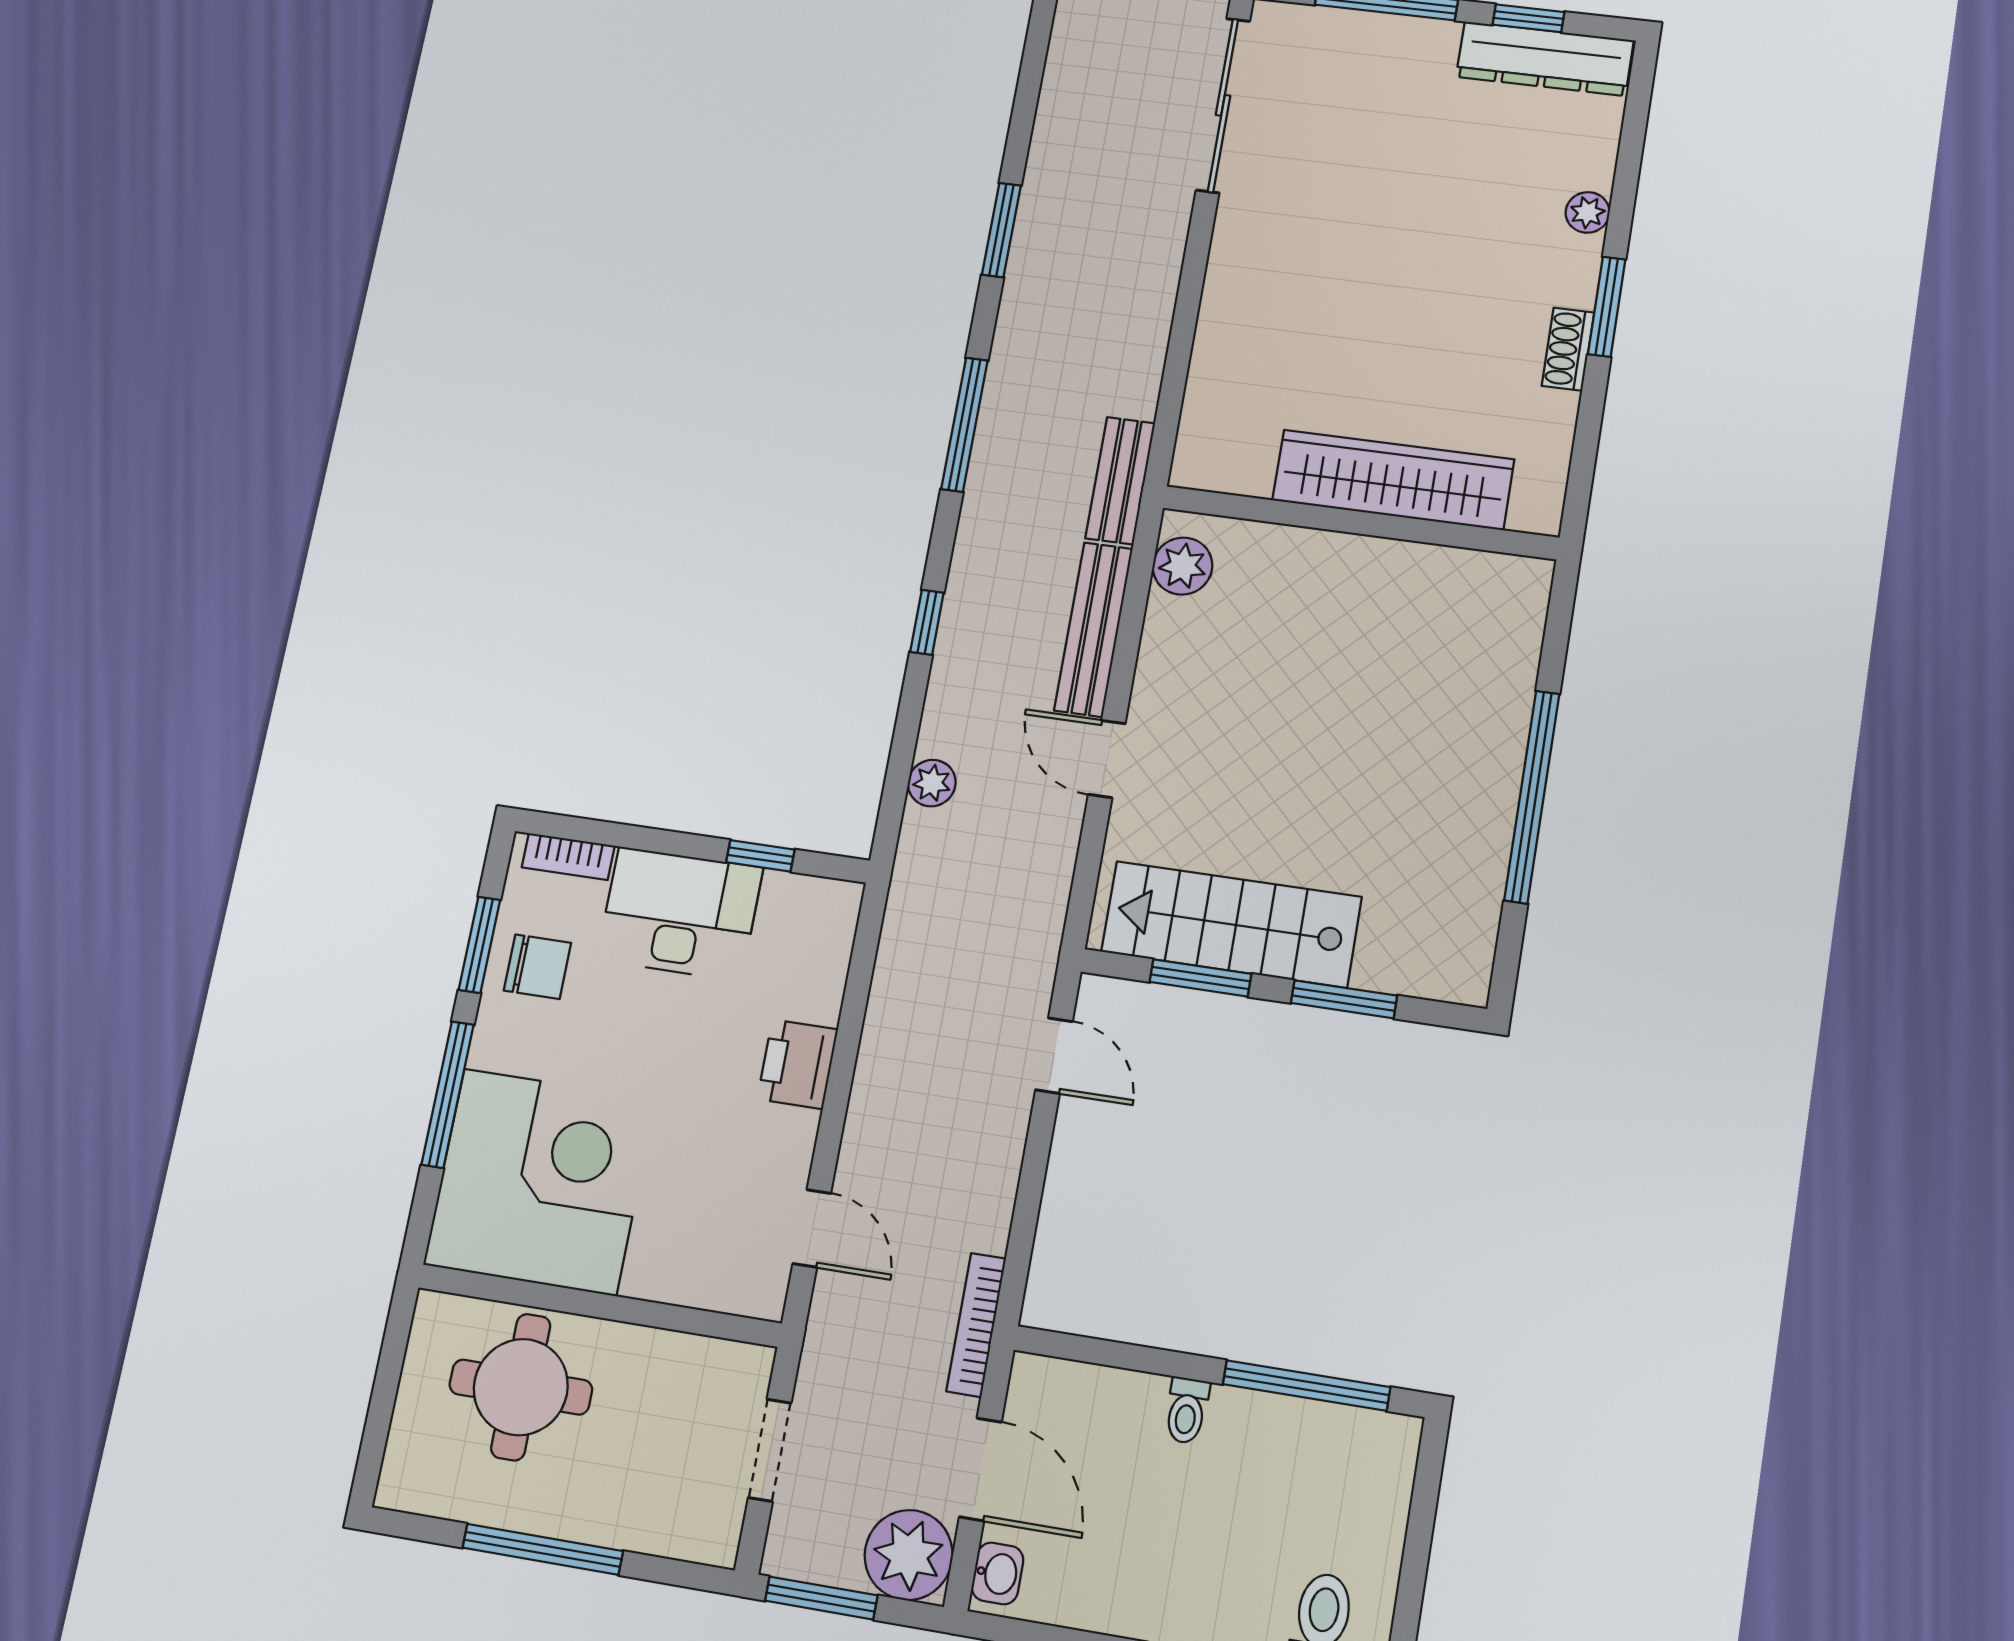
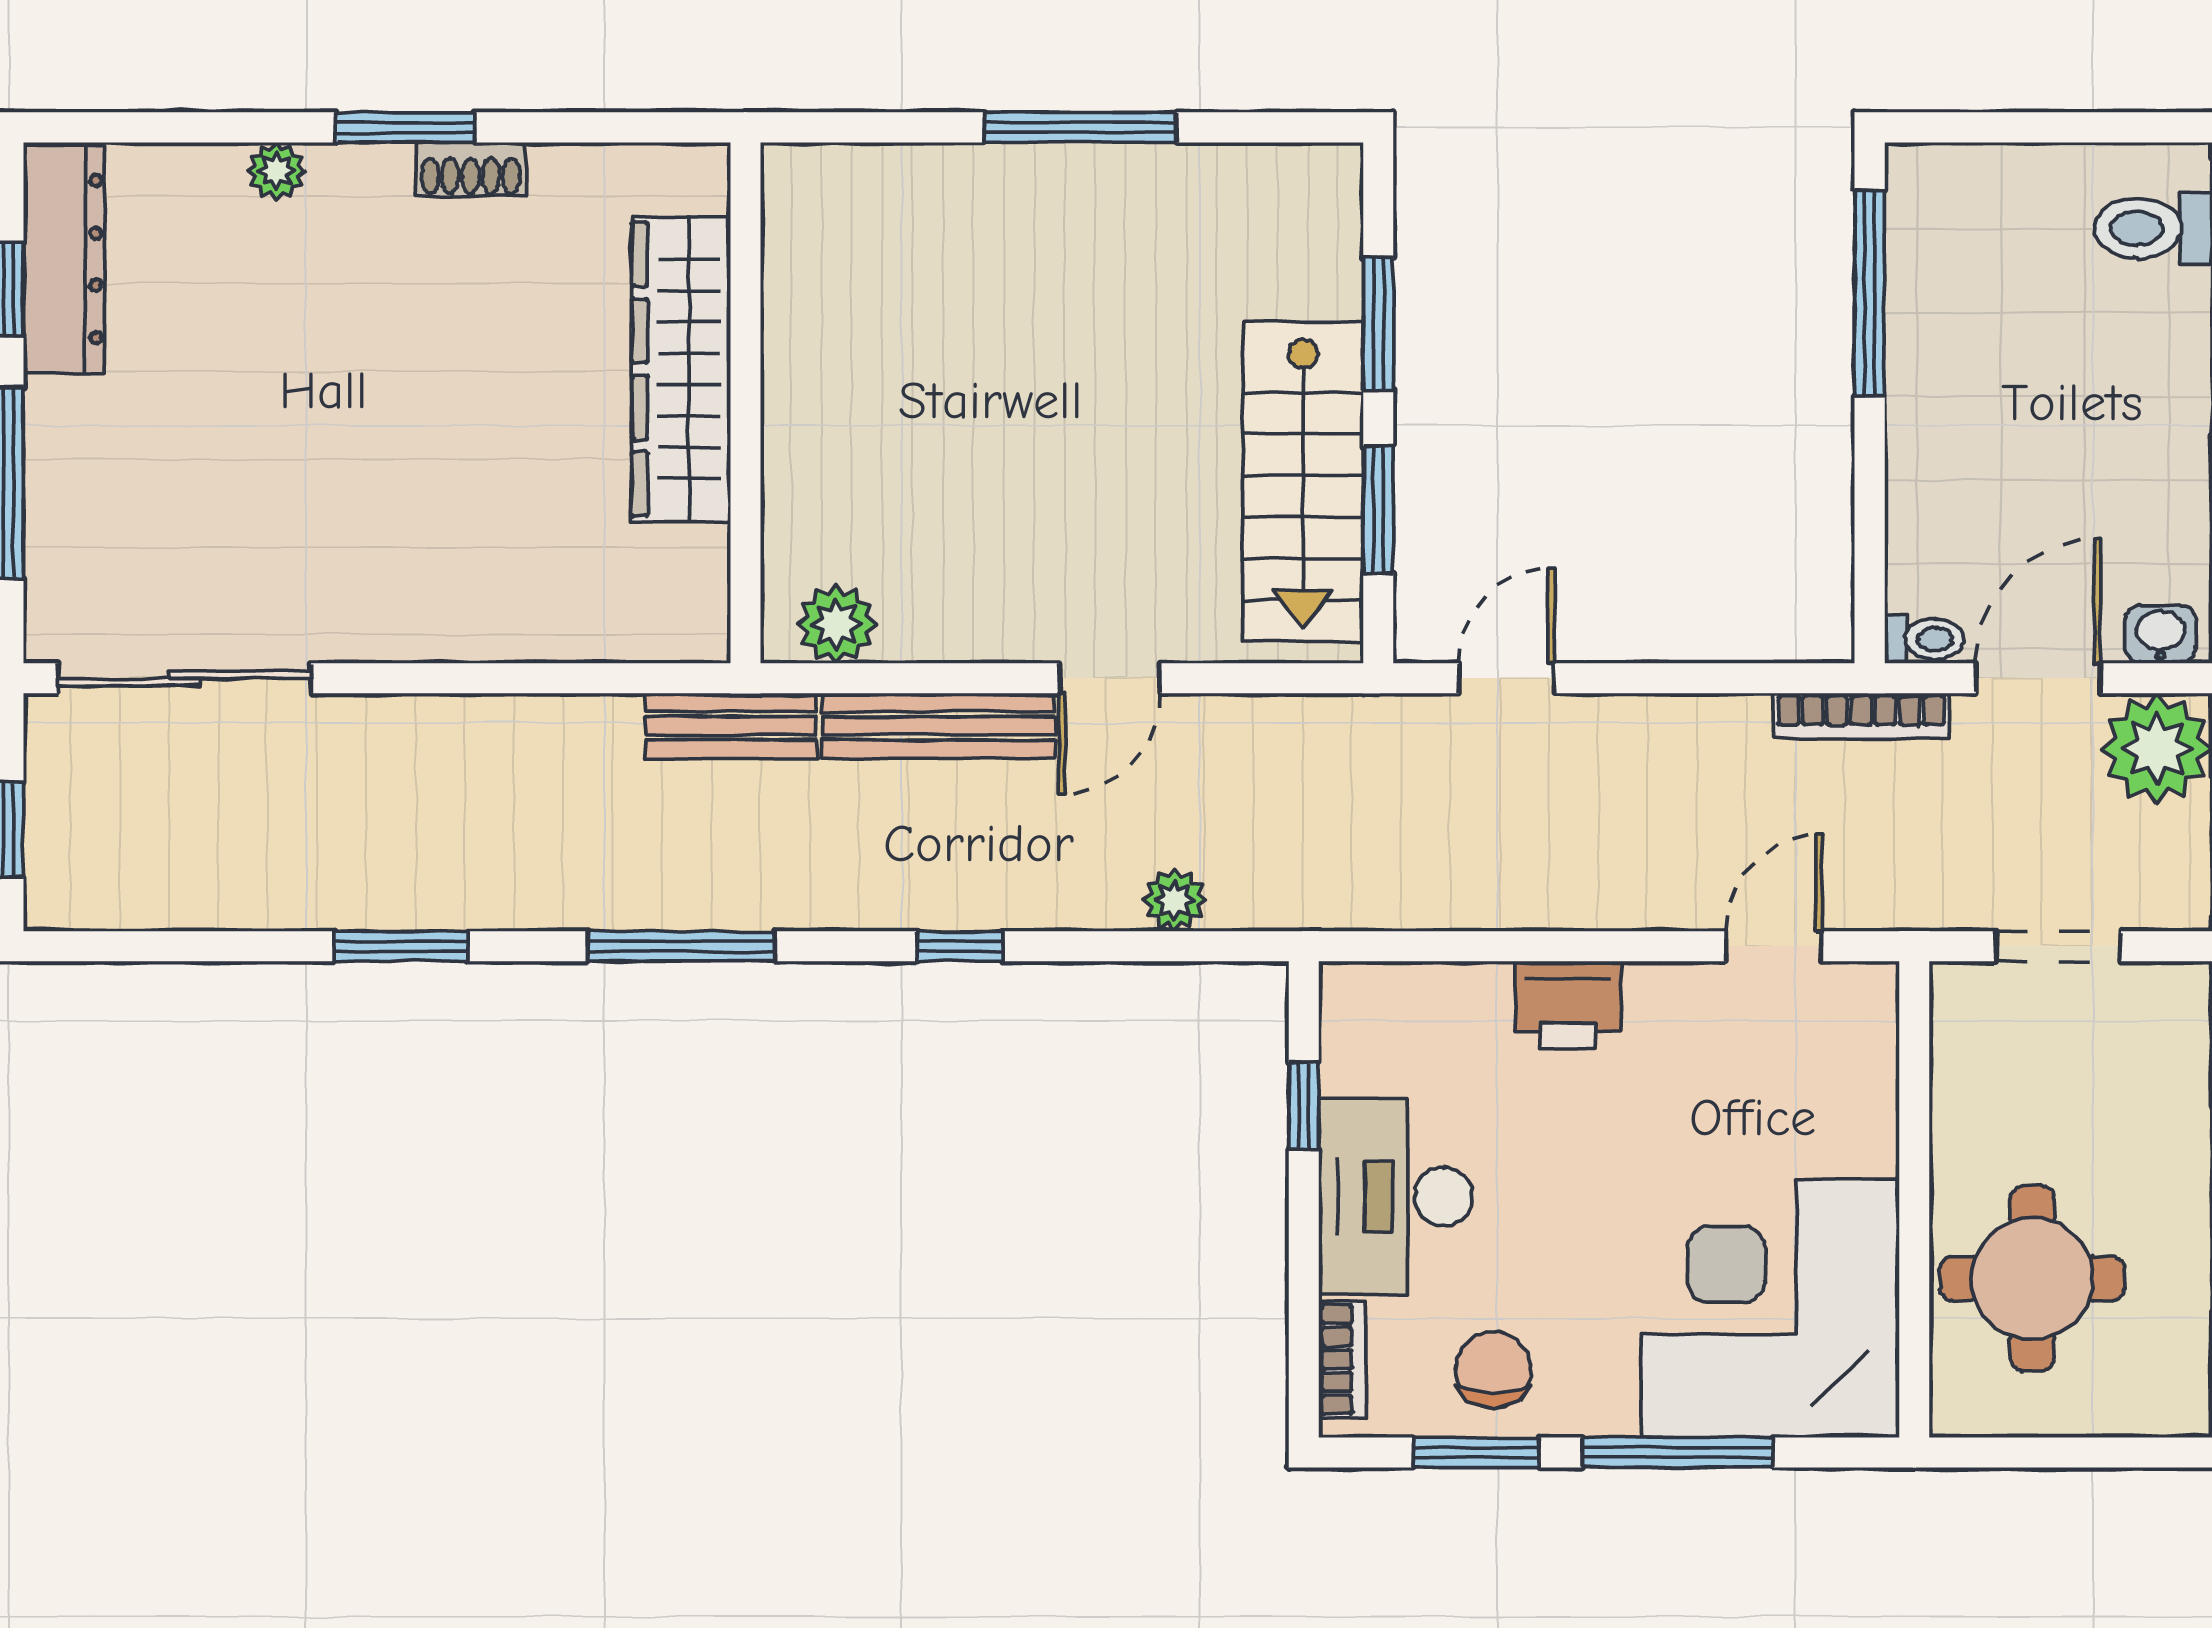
window: (1532, 797) -> (1080, 127), width x0.68
toilet: (1187, 1410) -> (1924, 639), moved

